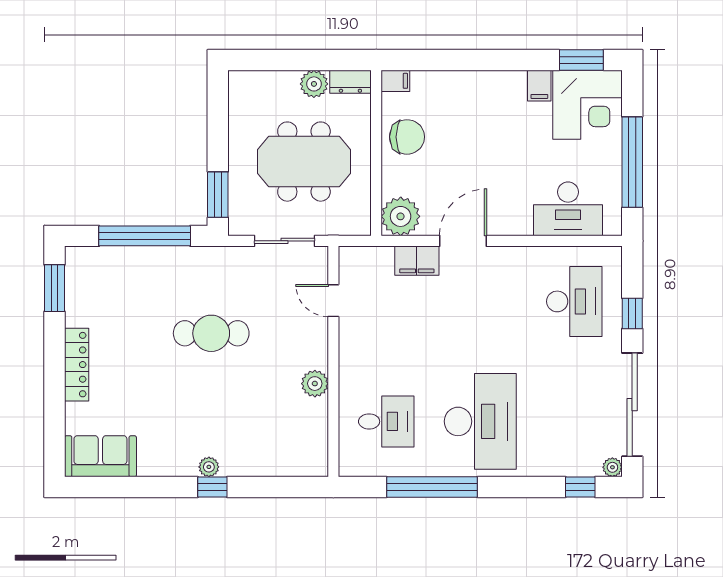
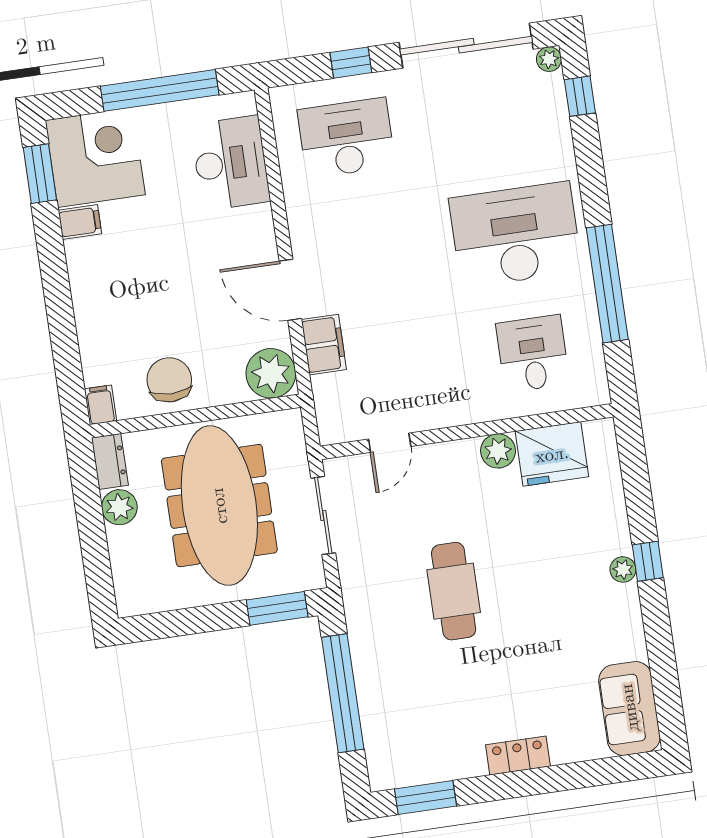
meeting table: (304, 162) -> (219, 506), width x1.36
locker: (77, 365) -> (518, 755), width x0.66
fridge: (306, 425) -> (552, 454), added

